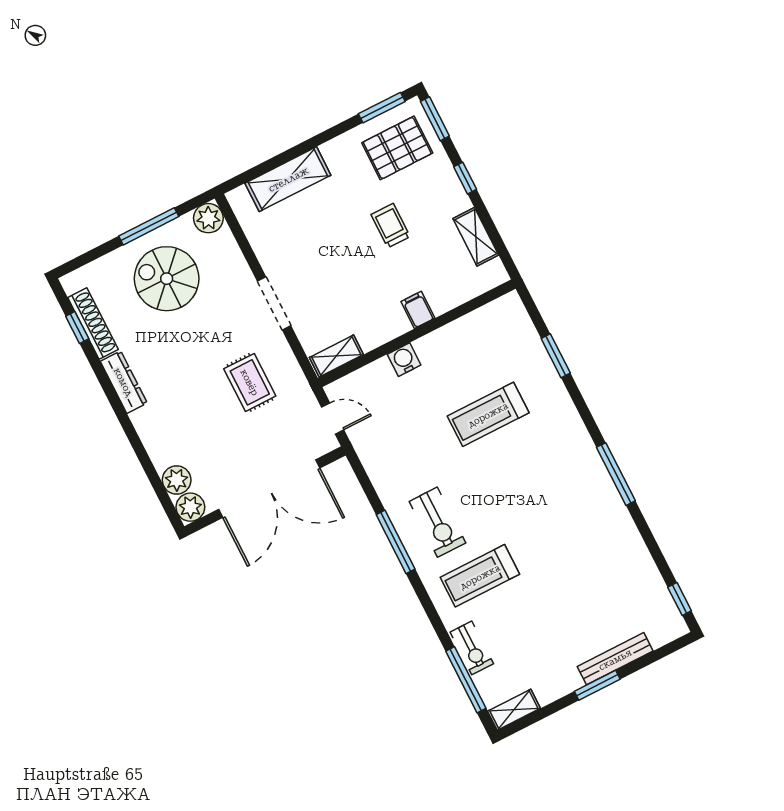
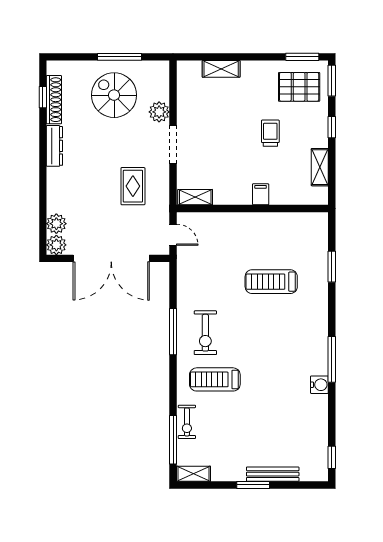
shelving: (288, 179) -> (221, 69), width x0.67, depth x0.75
plant: (208, 218) -> (159, 112), moved
water cooler: (404, 360) -> (319, 385), moved, turned 90

